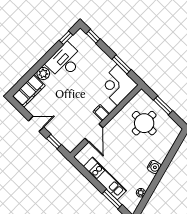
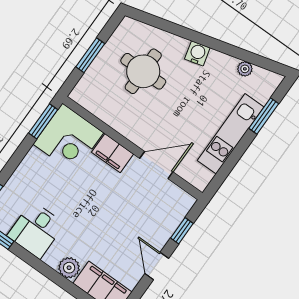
desk: (65, 61) -> (36, 230), width x0.73
window: (122, 64) -> (43, 121), moved
filing cabinet: (101, 113) -> (113, 153), width x2.00
round table: (144, 123) -> (143, 71), moved

